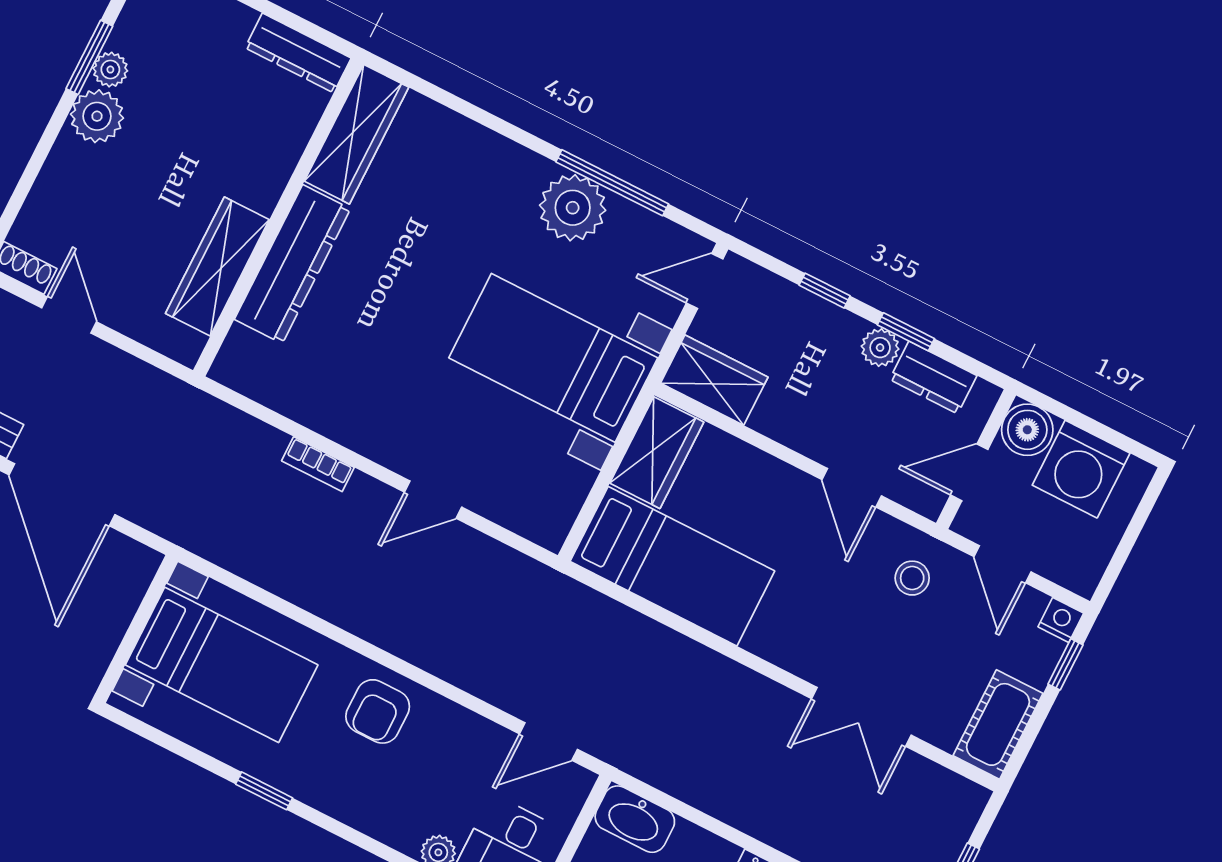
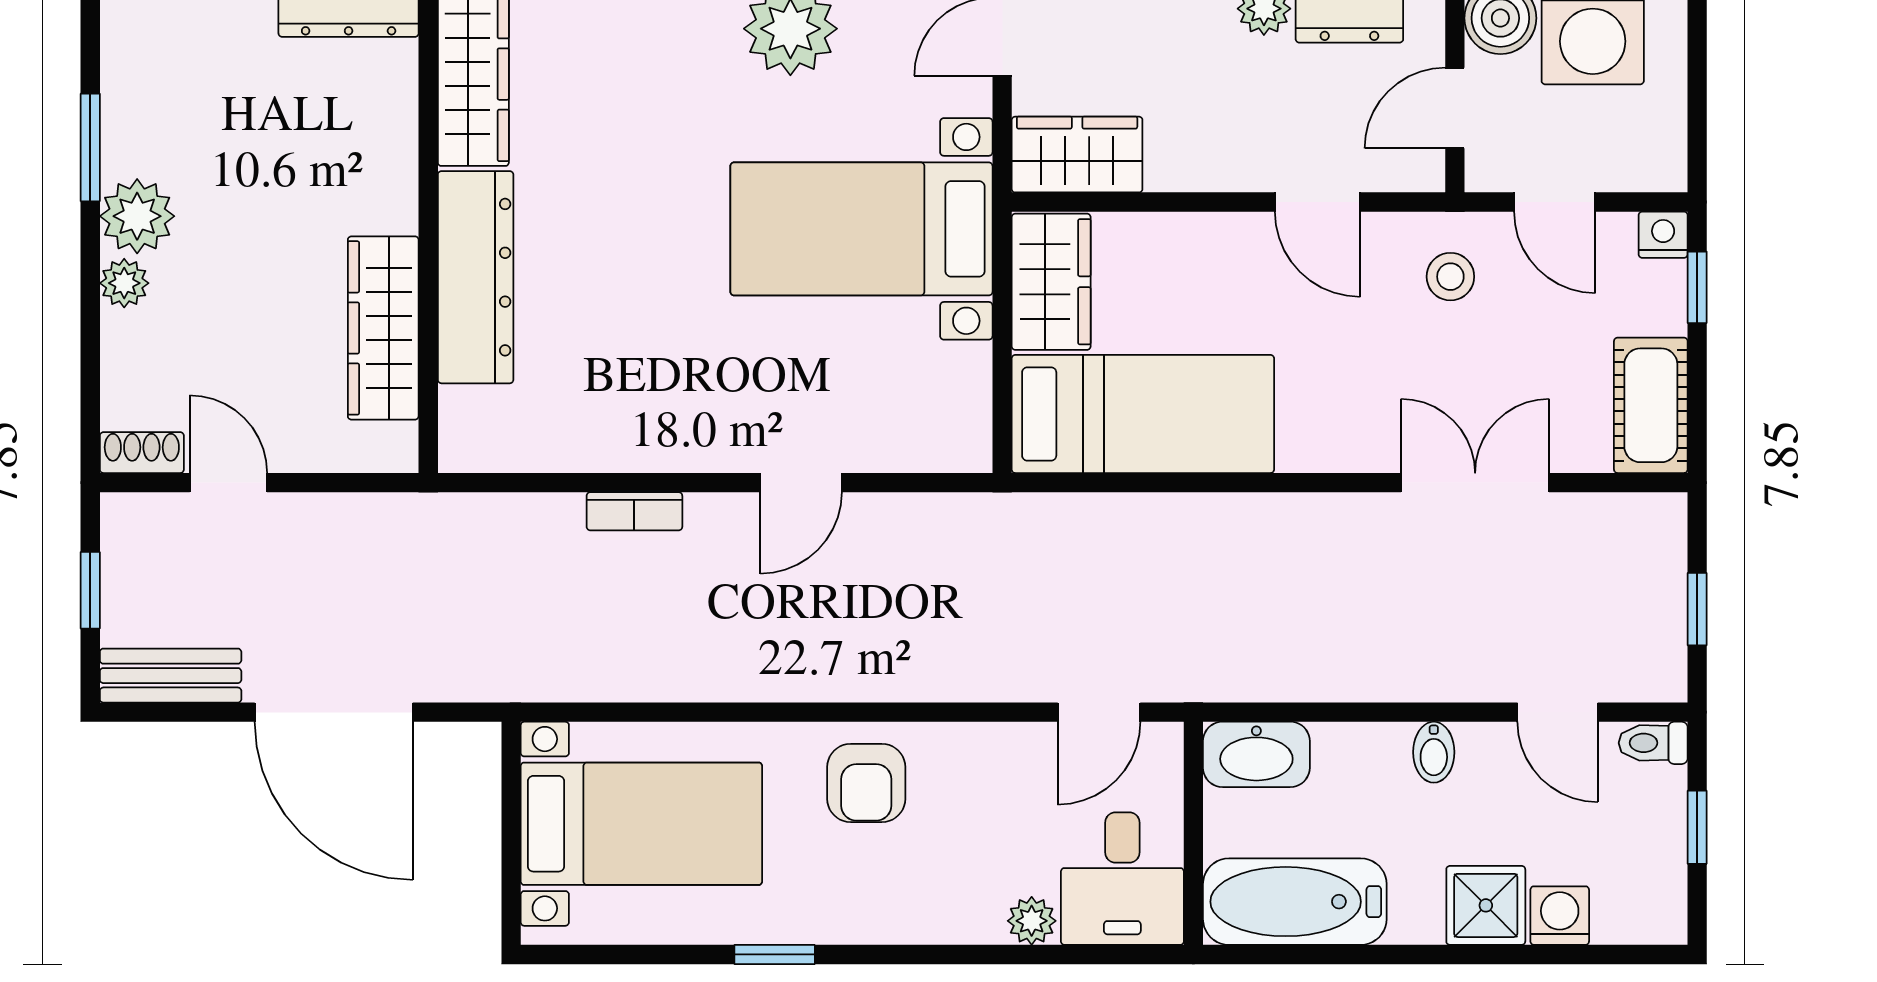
plant: (110, 70) -> (124, 283), moved
double door: (861, 717) -> (1475, 483), swing flipped

